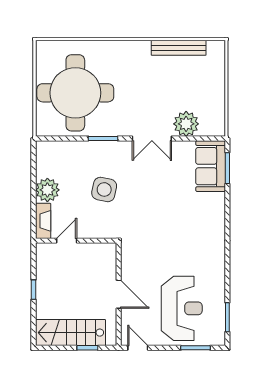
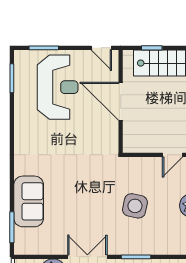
sofa: (211, 166) -> (29, 201), moved
door: (119, 294) -> (121, 101), width x1.36
reception desk: (182, 308) -> (58, 87), turned 180

